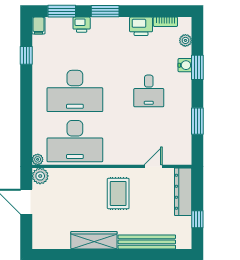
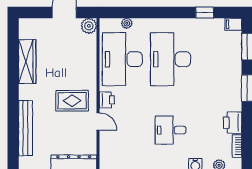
printer: (82, 25) -> (107, 100), moved, turned 180
plant: (38, 159) -> (127, 23), moved
door: (153, 166) -> (98, 122), moved
wardrobe: (94, 240) -> (27, 62), moved

